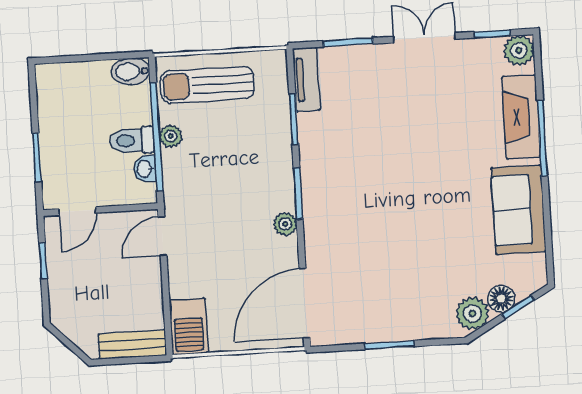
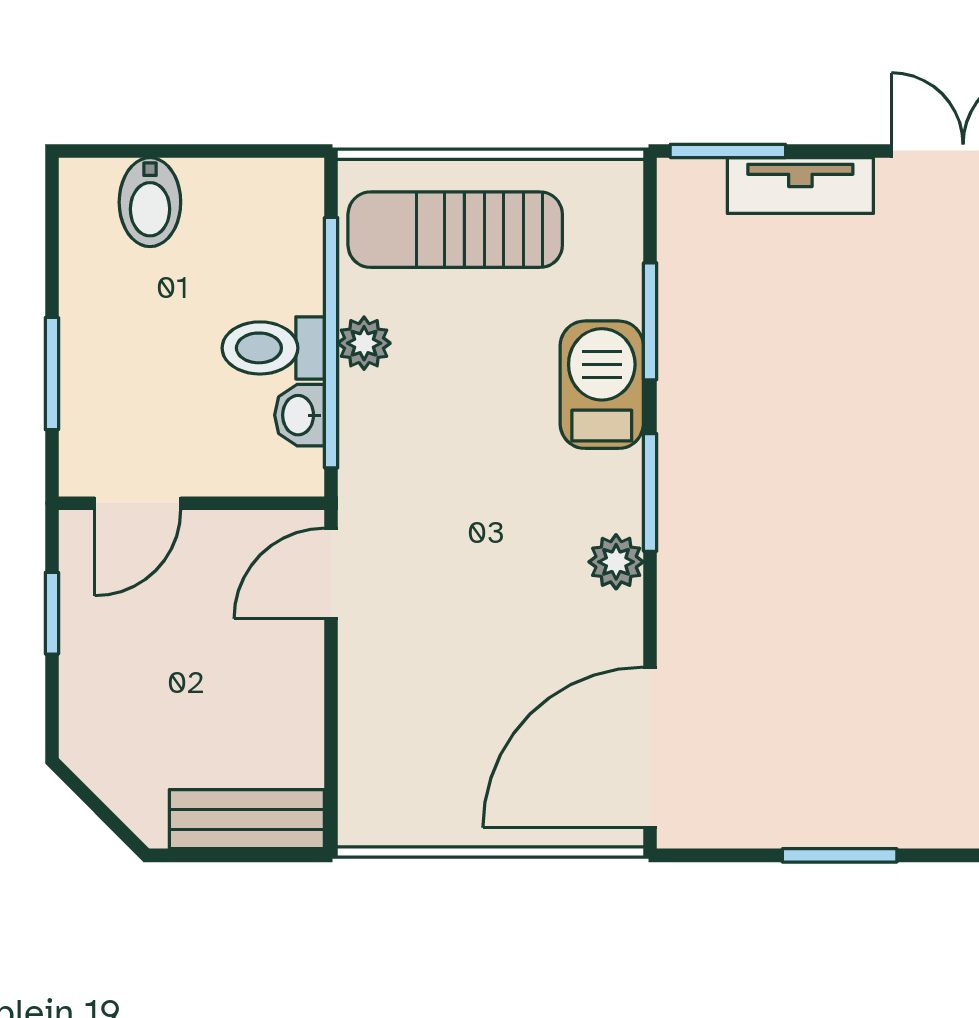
window: (348, 42) -> (728, 151), moved
bidet: (131, 71) -> (150, 202), moved, turned -90
tv unit: (306, 79) -> (800, 186), moved, turned 90
barbecue: (189, 326) -> (602, 385), moved, turned 180

